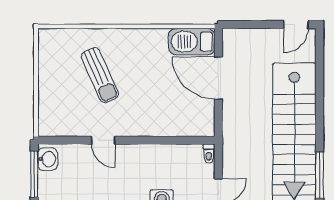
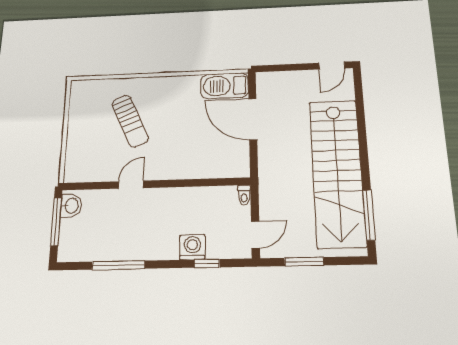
door: (103, 140) -> (131, 185), swing flipped

